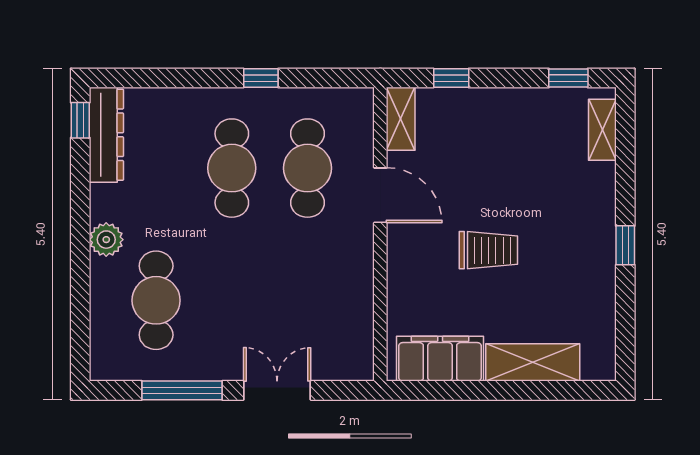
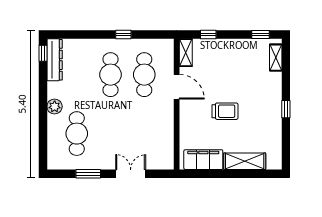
window: (182, 390) -> (88, 174), width x0.69

